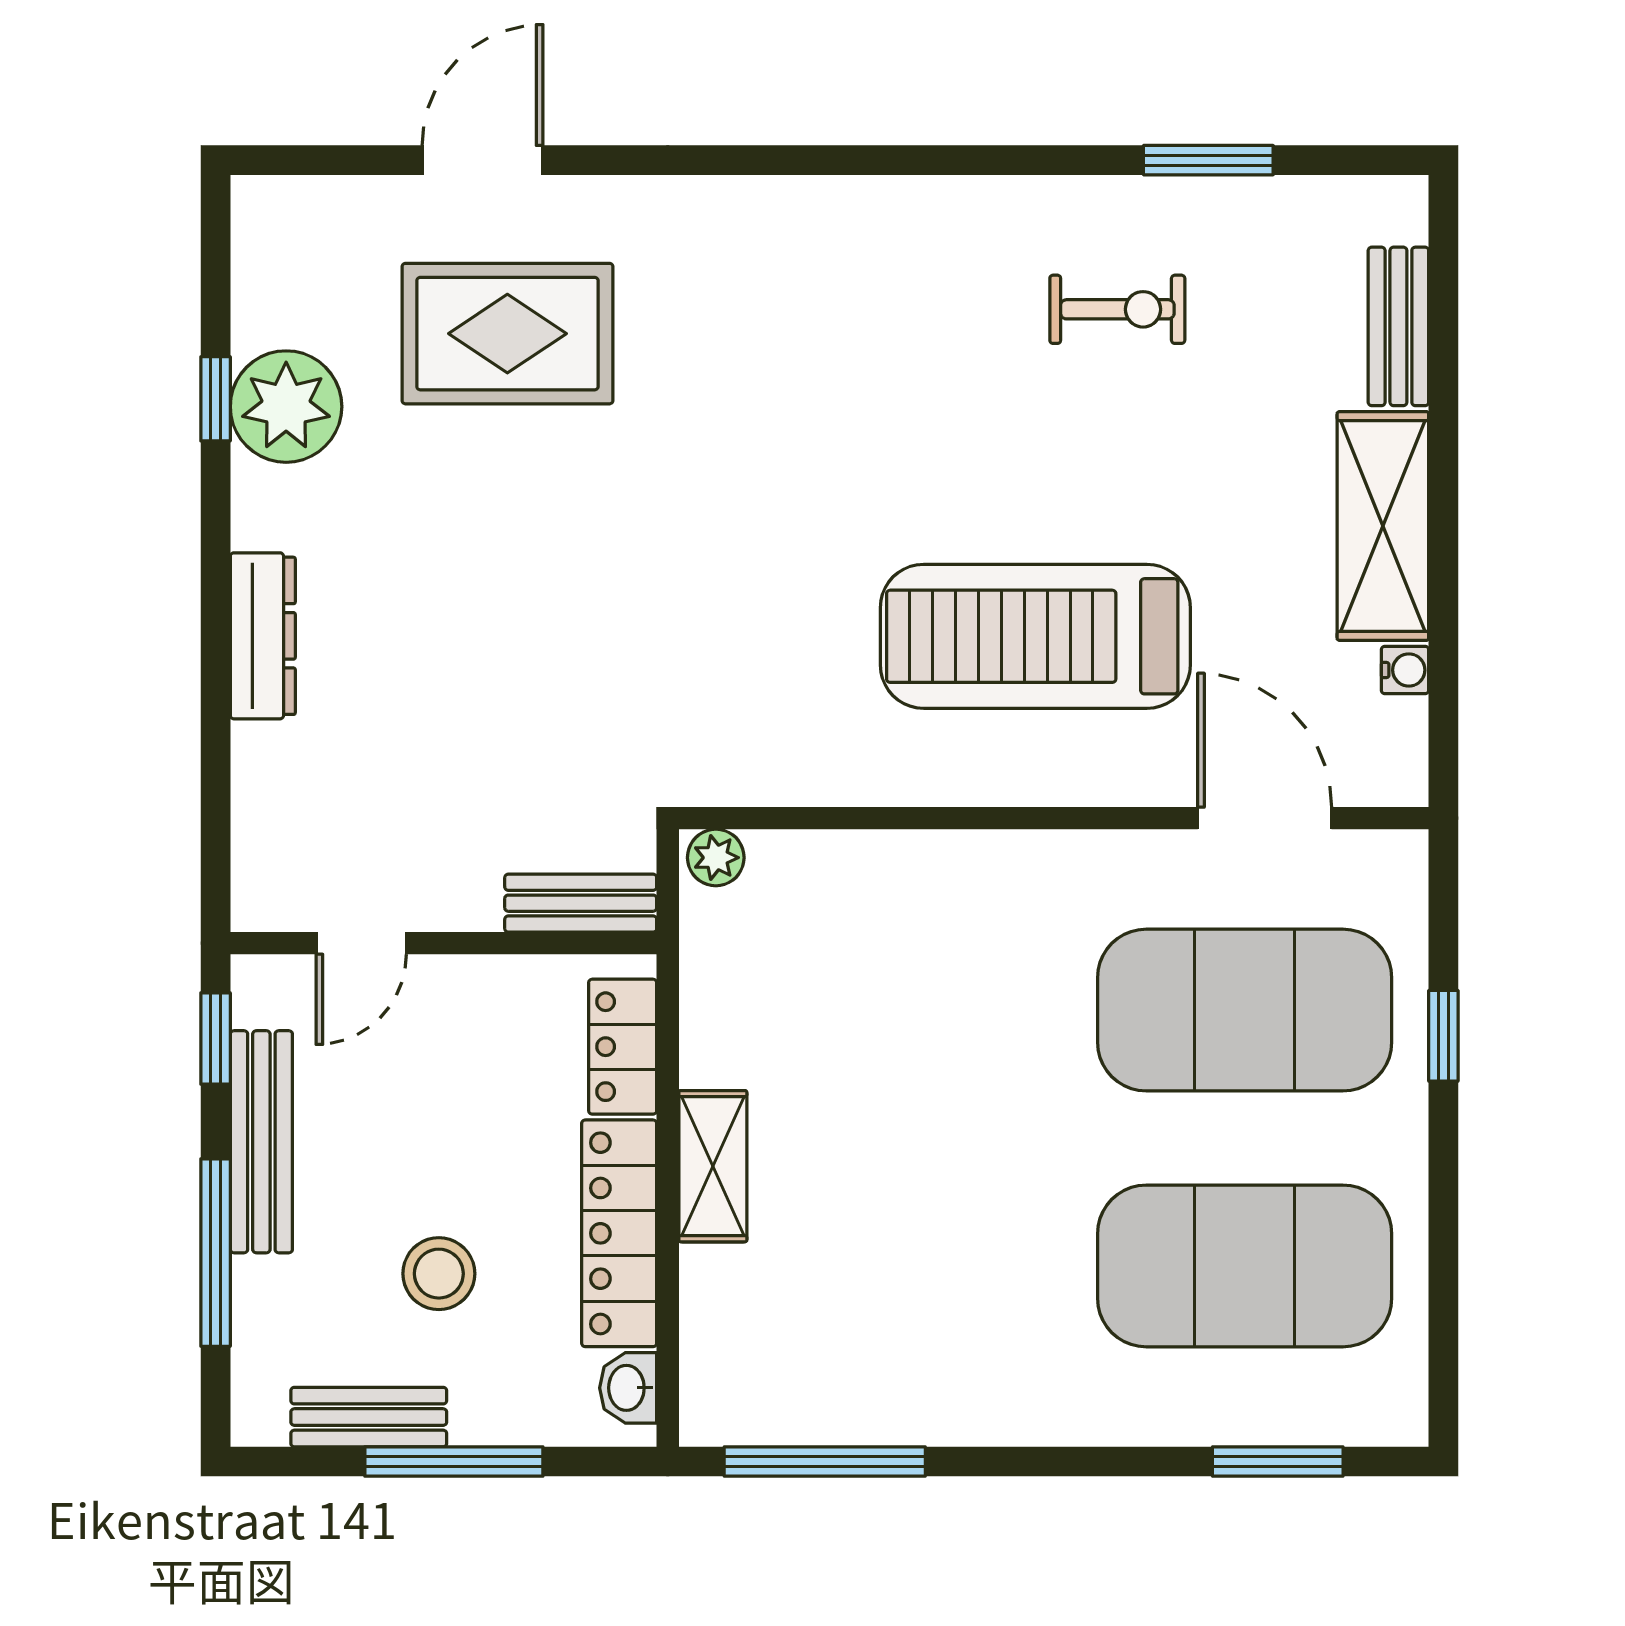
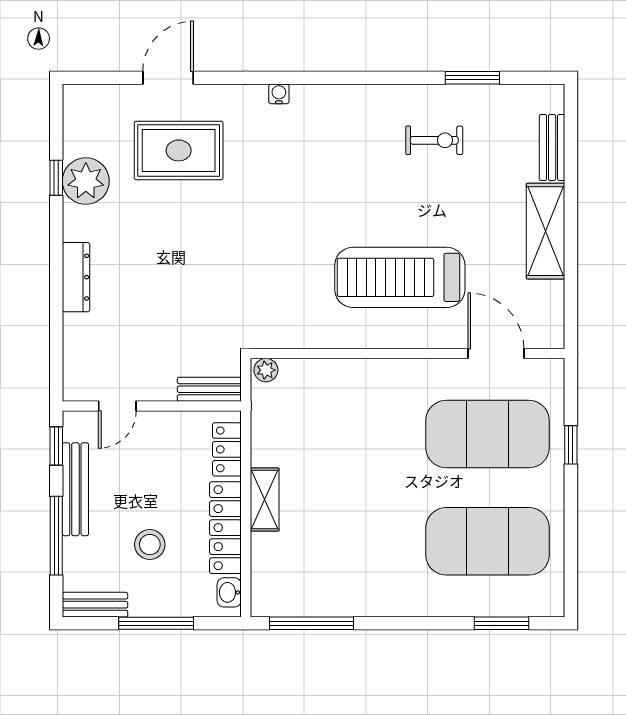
water cooler: (1405, 670) -> (279, 94), moved, turned -90
bench: (369, 1417) -> (95, 605), moved

